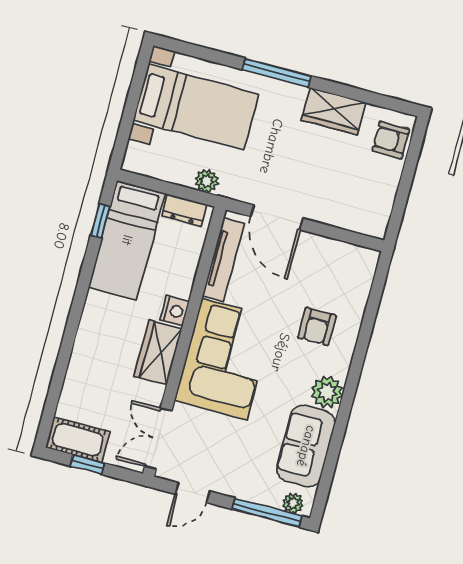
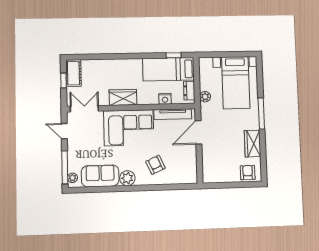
nightstand: (175, 311) -> (165, 99), moved
armchair: (317, 327) -> (155, 165), turned 66

